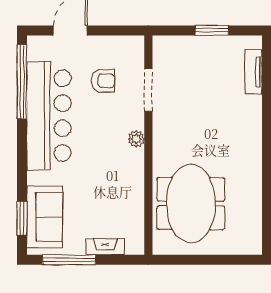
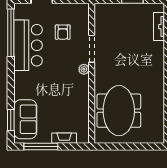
armchair: (103, 81) -> (63, 32), turned 90
doorway: (148, 90) -> (92, 49), moved
bar counter: (49, 116) -> (28, 45), width x0.73

